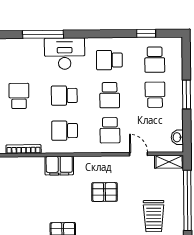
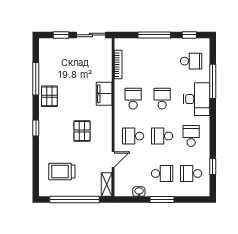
school desk: (19, 96) -> (191, 61), moved
washbasin: (177, 137) -> (139, 192), moved

